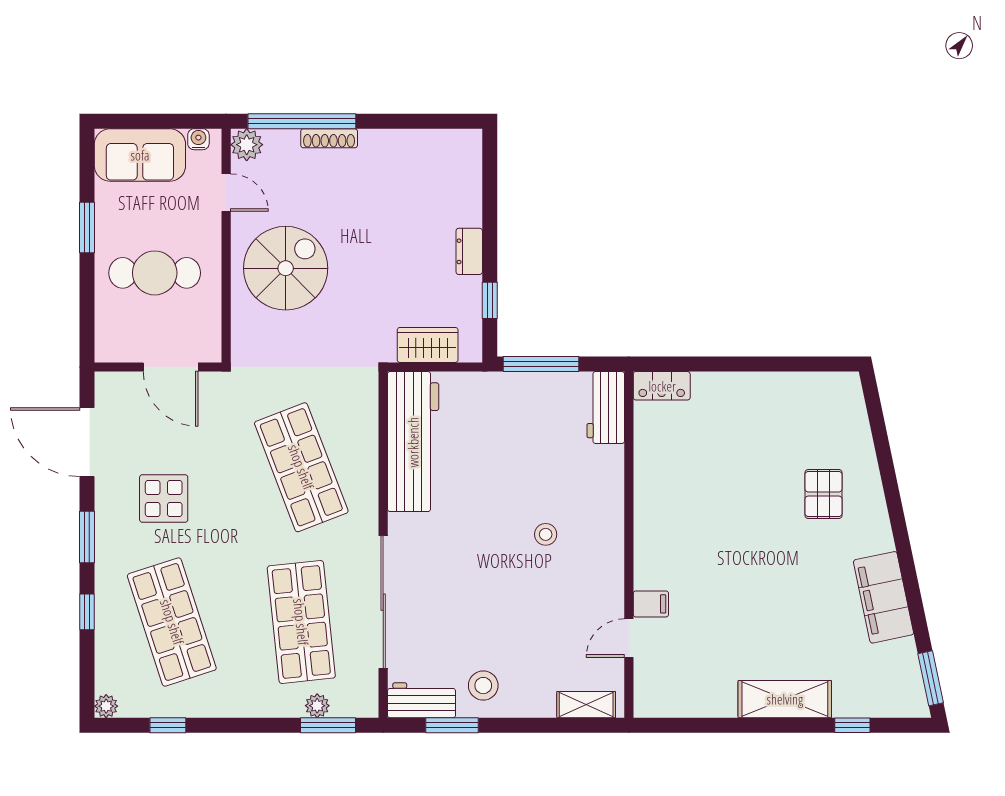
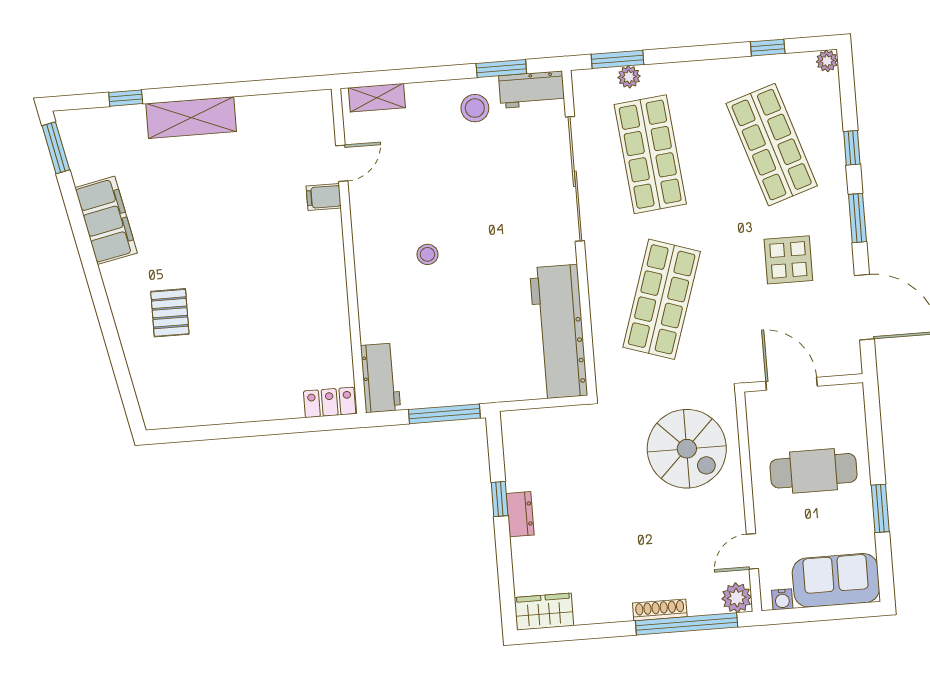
door: (226, 193) -> (752, 551), hinge flipped
spiral stairs: (286, 268) -> (687, 449), moved, turned -90
window: (490, 300) -> (500, 499), moved
wardrobe: (428, 345) -> (544, 612), moved, turned 180
shop shelf: (301, 467) -> (662, 299), turned 39

